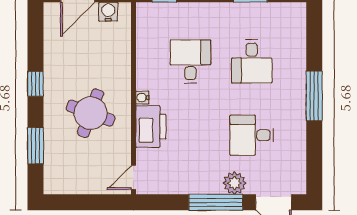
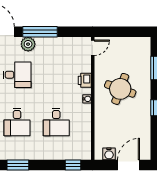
desk: (252, 61) -> (17, 122), turned 180
printer: (151, 127) -> (85, 80), width x0.53, depth x0.68

